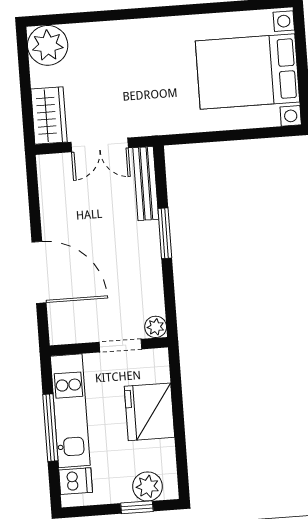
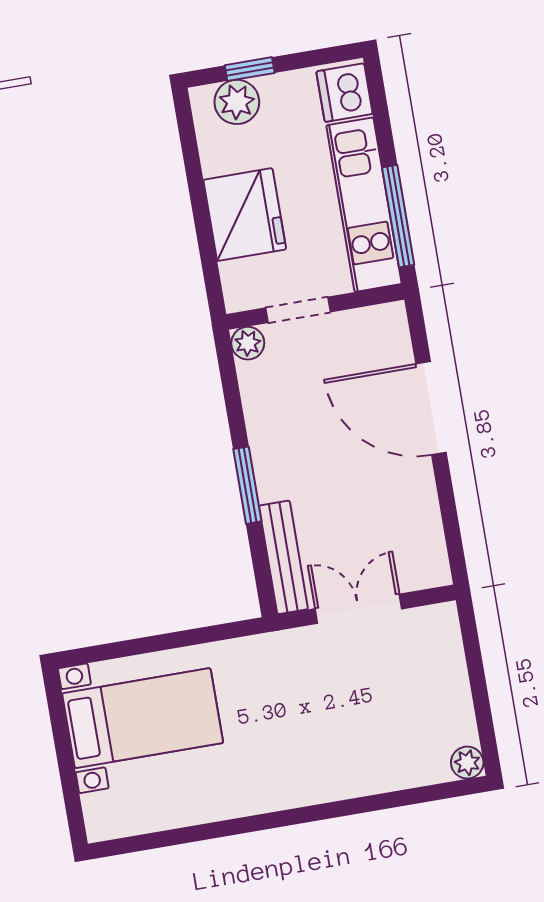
plant: (48, 45) -> (467, 763), width x0.53, depth x0.53
bed with nightstands: (248, 71) -> (143, 718), width x0.73
wardrobe: (49, 116) -> (439, 646), removed
window: (50, 428) -> (398, 216), moved
dishwasher: (76, 481) -> (345, 93), width x1.38

